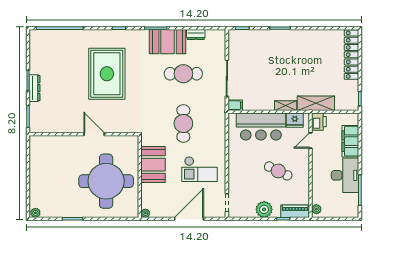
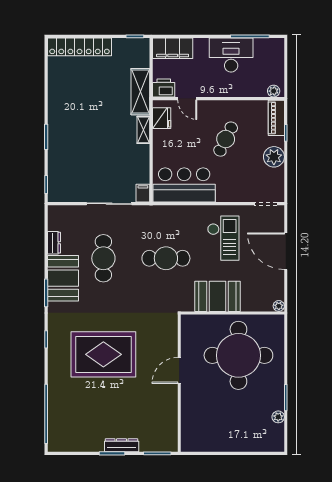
bar counter: (261, 127) -> (184, 185), moved, turned -90
filing cabinet: (350, 141) -> (173, 48), moved
plant: (35, 213) -> (278, 417), moved

